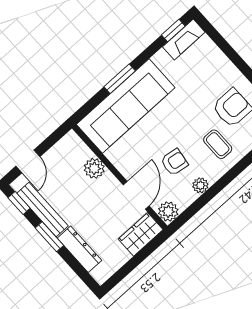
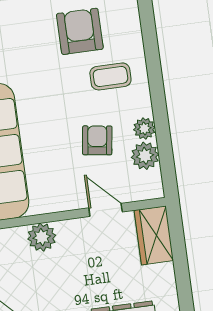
door: (136, 195) -> (106, 210), width x0.73
plant: (168, 211) -> (145, 156), moved

